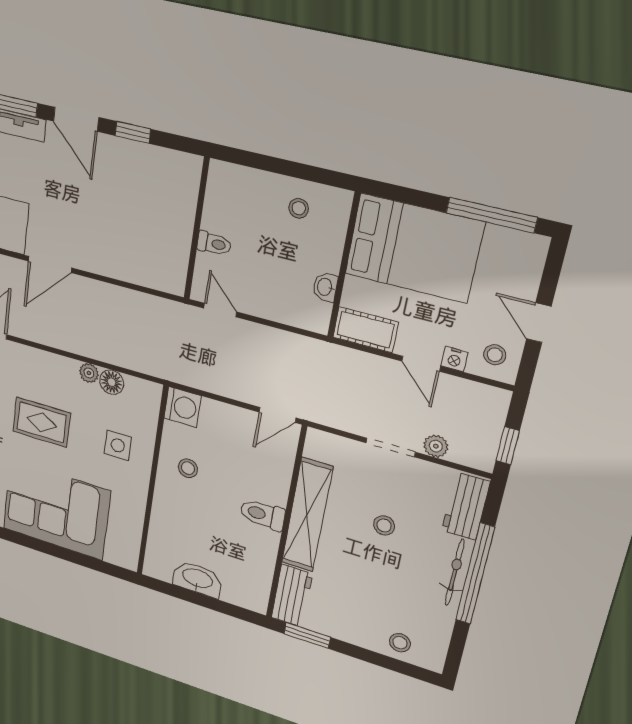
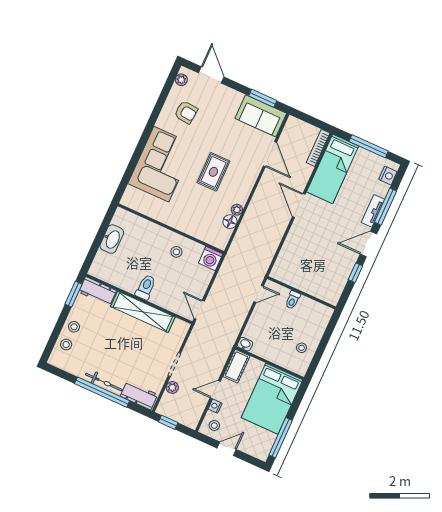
washbasin: (325, 287) -> (245, 344), moved
side table: (118, 445) -> (194, 214), removed
stool: (384, 525) -> (74, 327), moved

